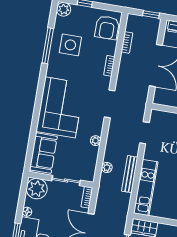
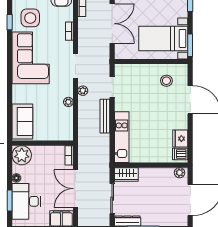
window: (48, 46) -> (10, 22), width x0.46
corner sofa: (60, 107) -> (31, 58), moved
plant: (107, 167) -> (83, 91), moved
bench: (130, 174) -> (105, 116), moved
sliding door: (66, 180) -> (47, 143), removed

